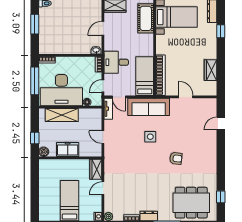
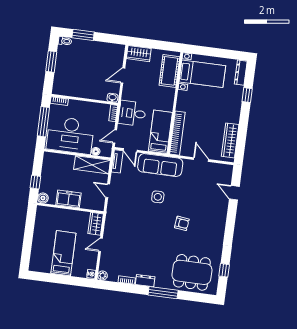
wardrobe: (211, 70) -> (230, 140), width x1.50
shelving: (62, 115) -> (92, 165), moved
door: (221, 124) -> (234, 193), hinge flipped

